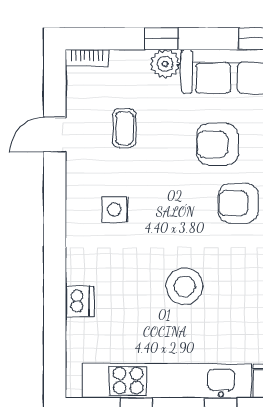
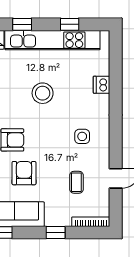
bookcase: (87, 58) -> (91, 222), width x1.56
plant: (165, 64) -> (54, 218), removed
armchair: (218, 144) -> (24, 173), turned -90

